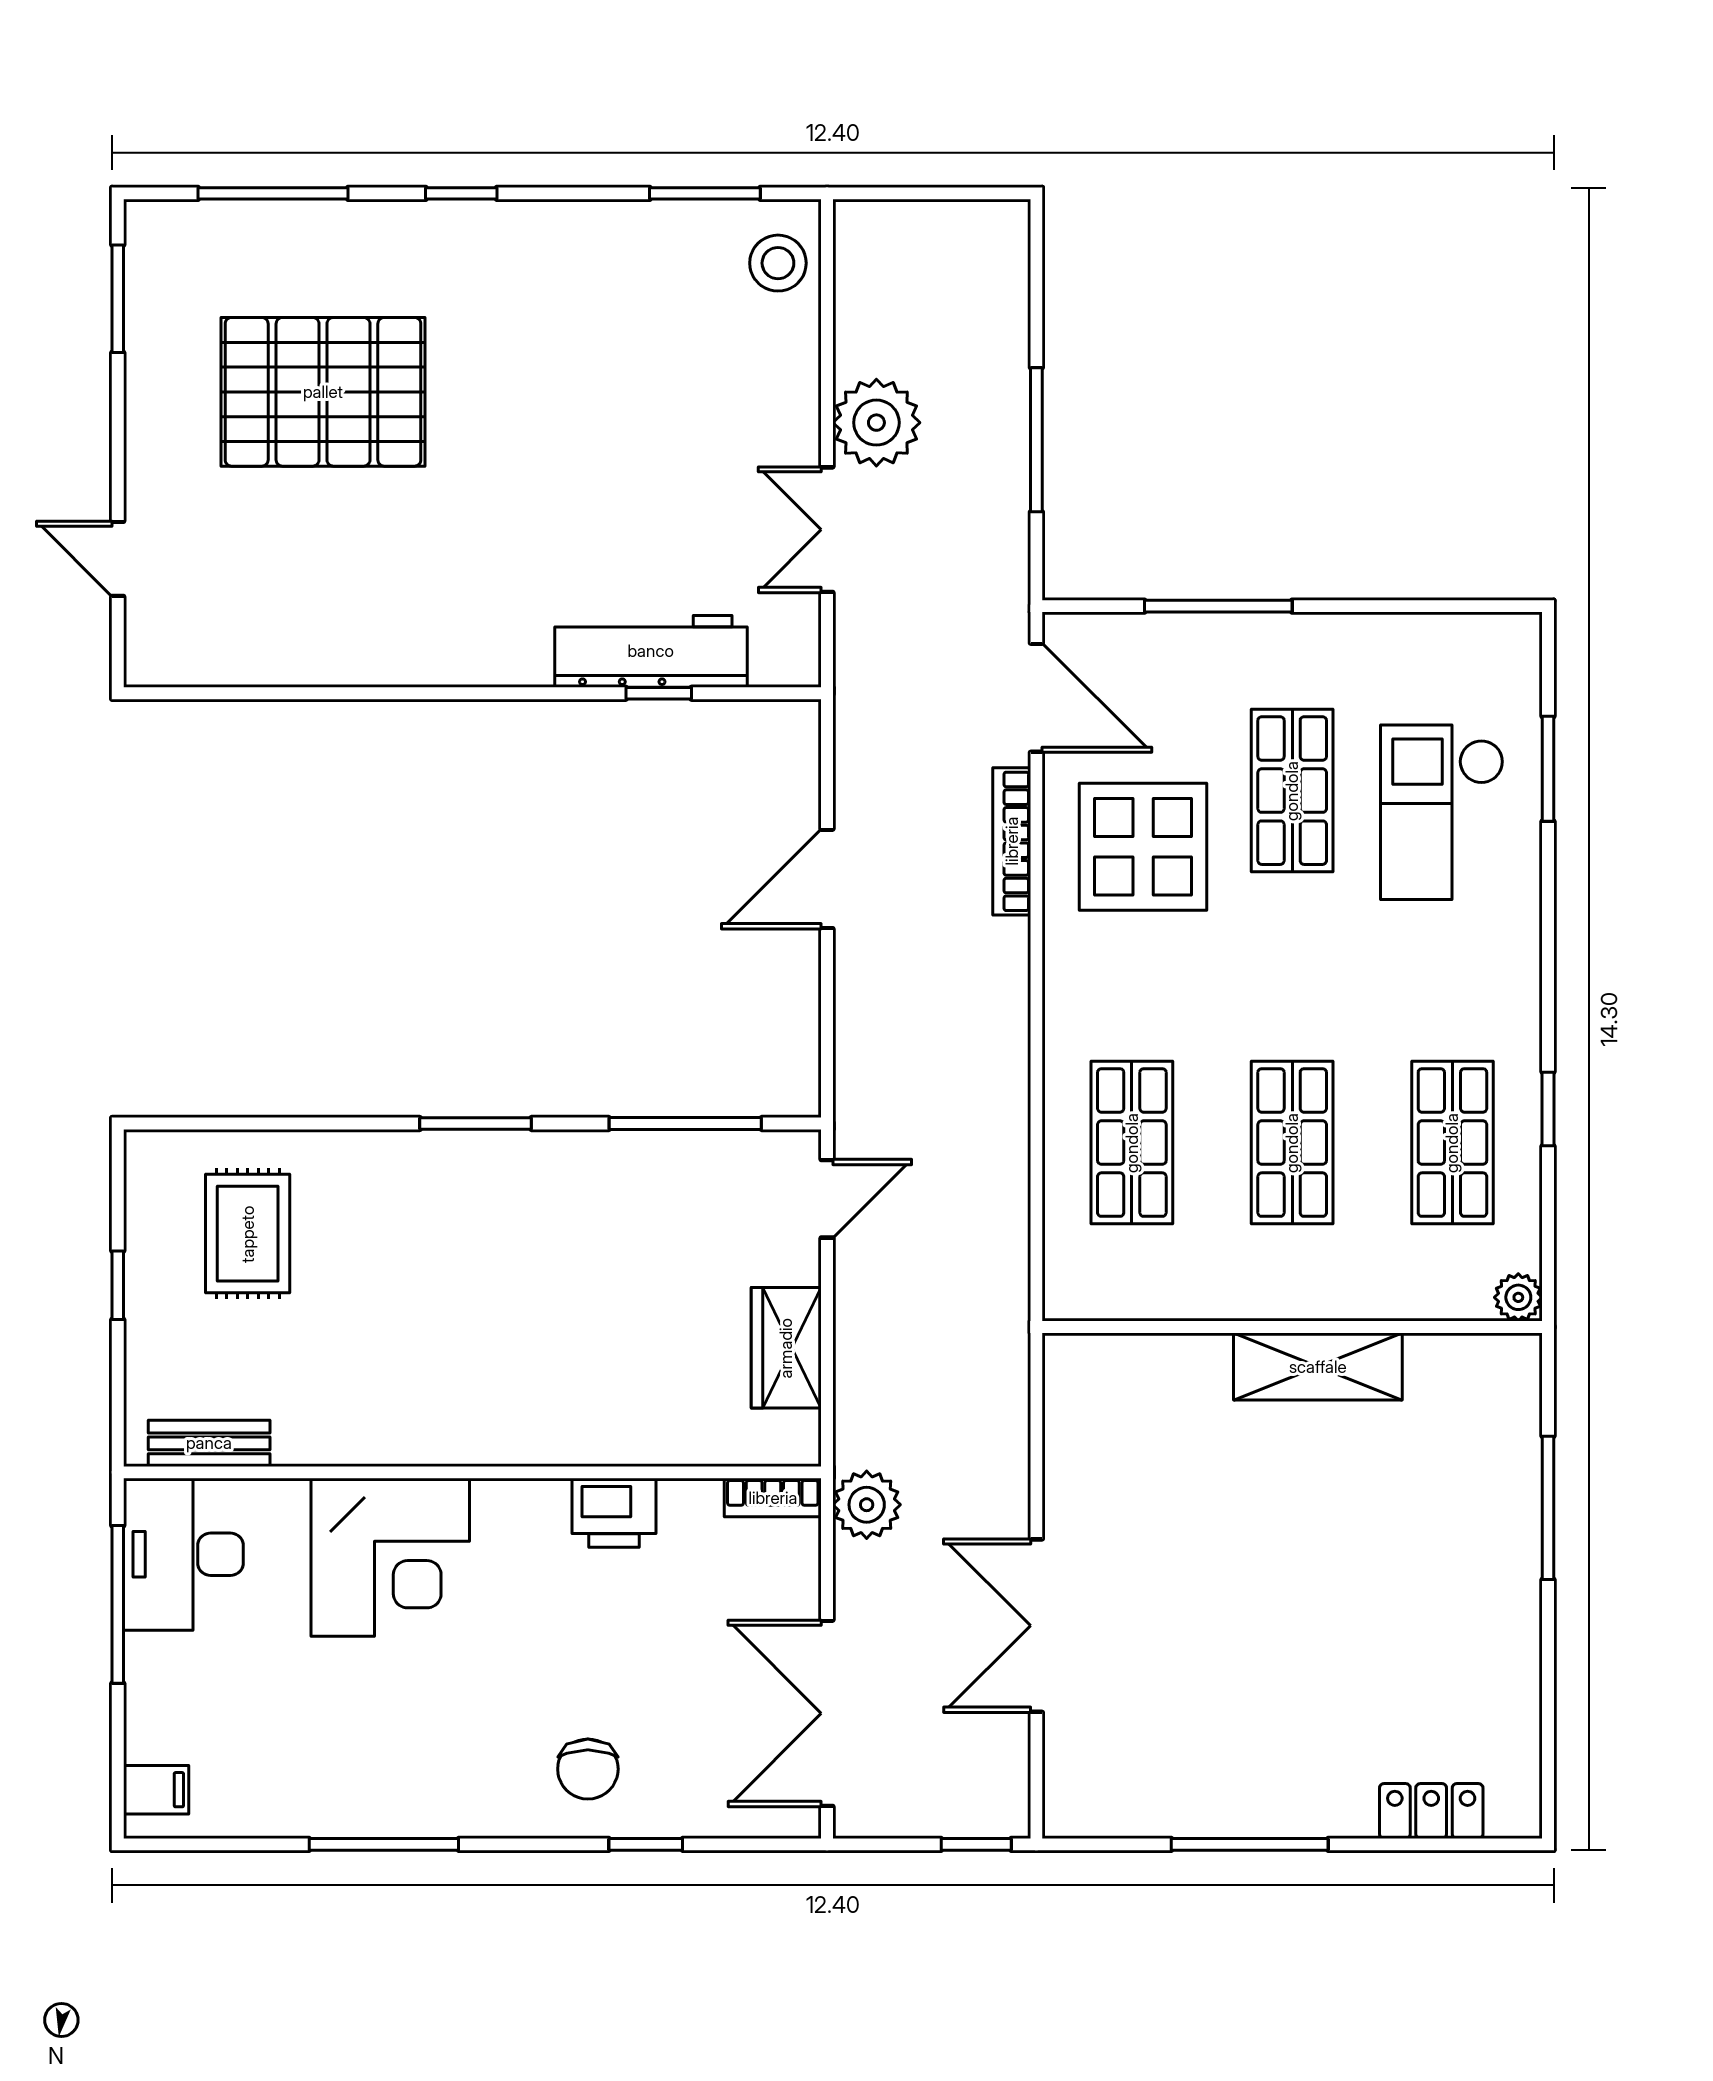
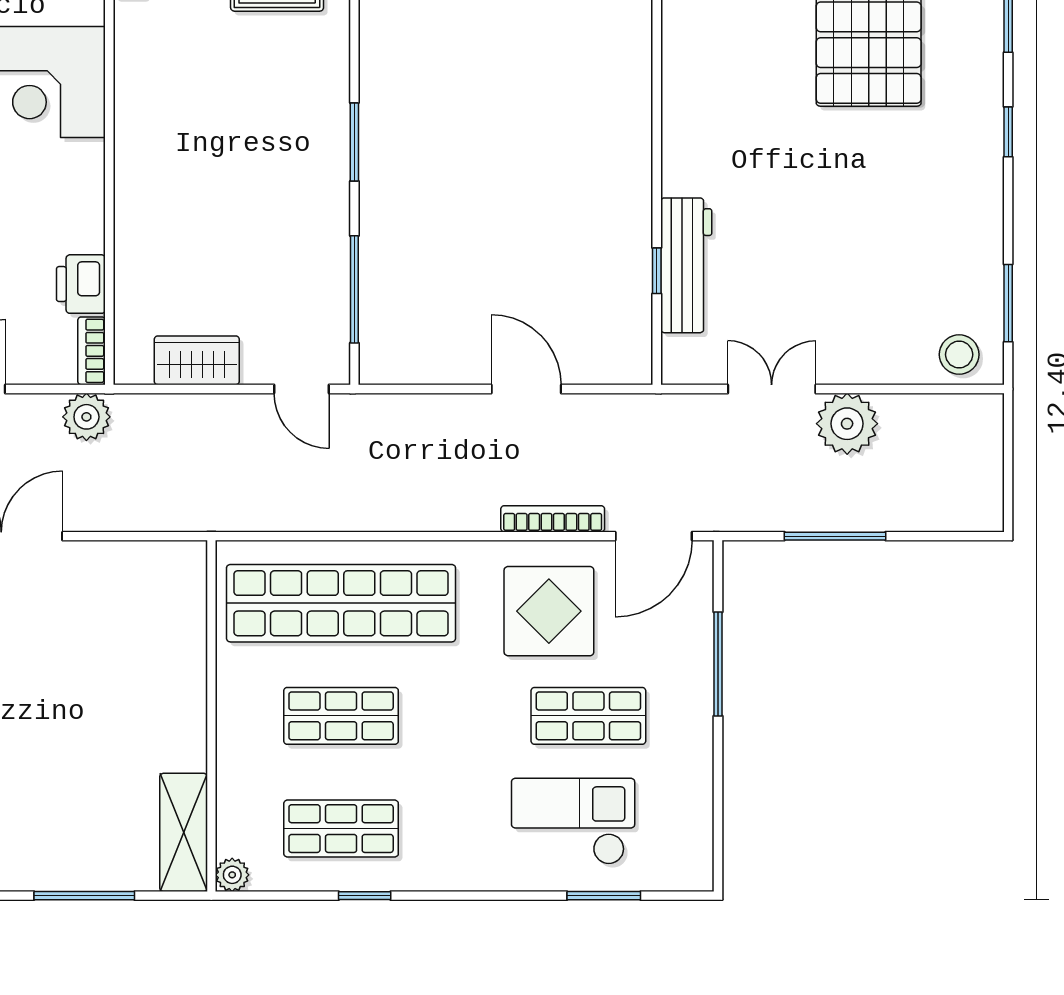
shop shelf: (1132, 1143) -> (341, 603), width x2.00, depth x1.36
shelving: (1318, 1367) -> (184, 832), moved
printer: (614, 1513) -> (81, 284), moved

